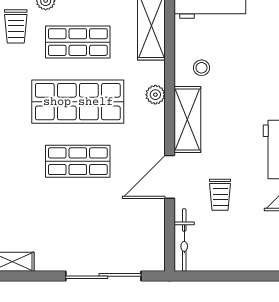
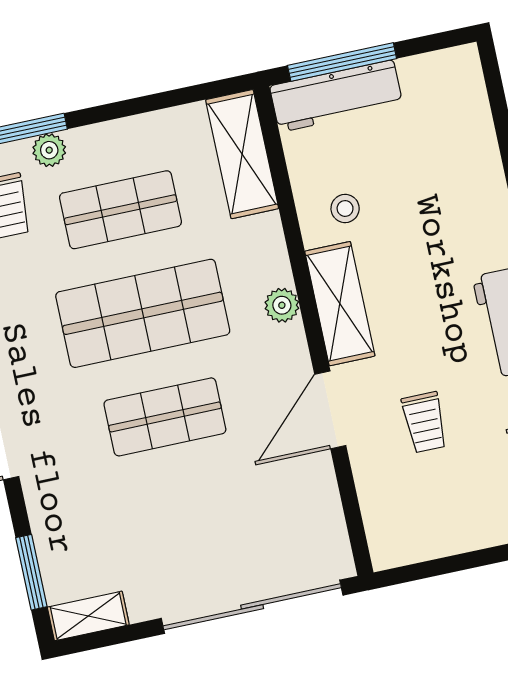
plant: (155, 95) -> (282, 305), moved
bicycle: (184, 240) -> (379, 514), removed
sliding door: (103, 276) -> (252, 607), width x1.36

